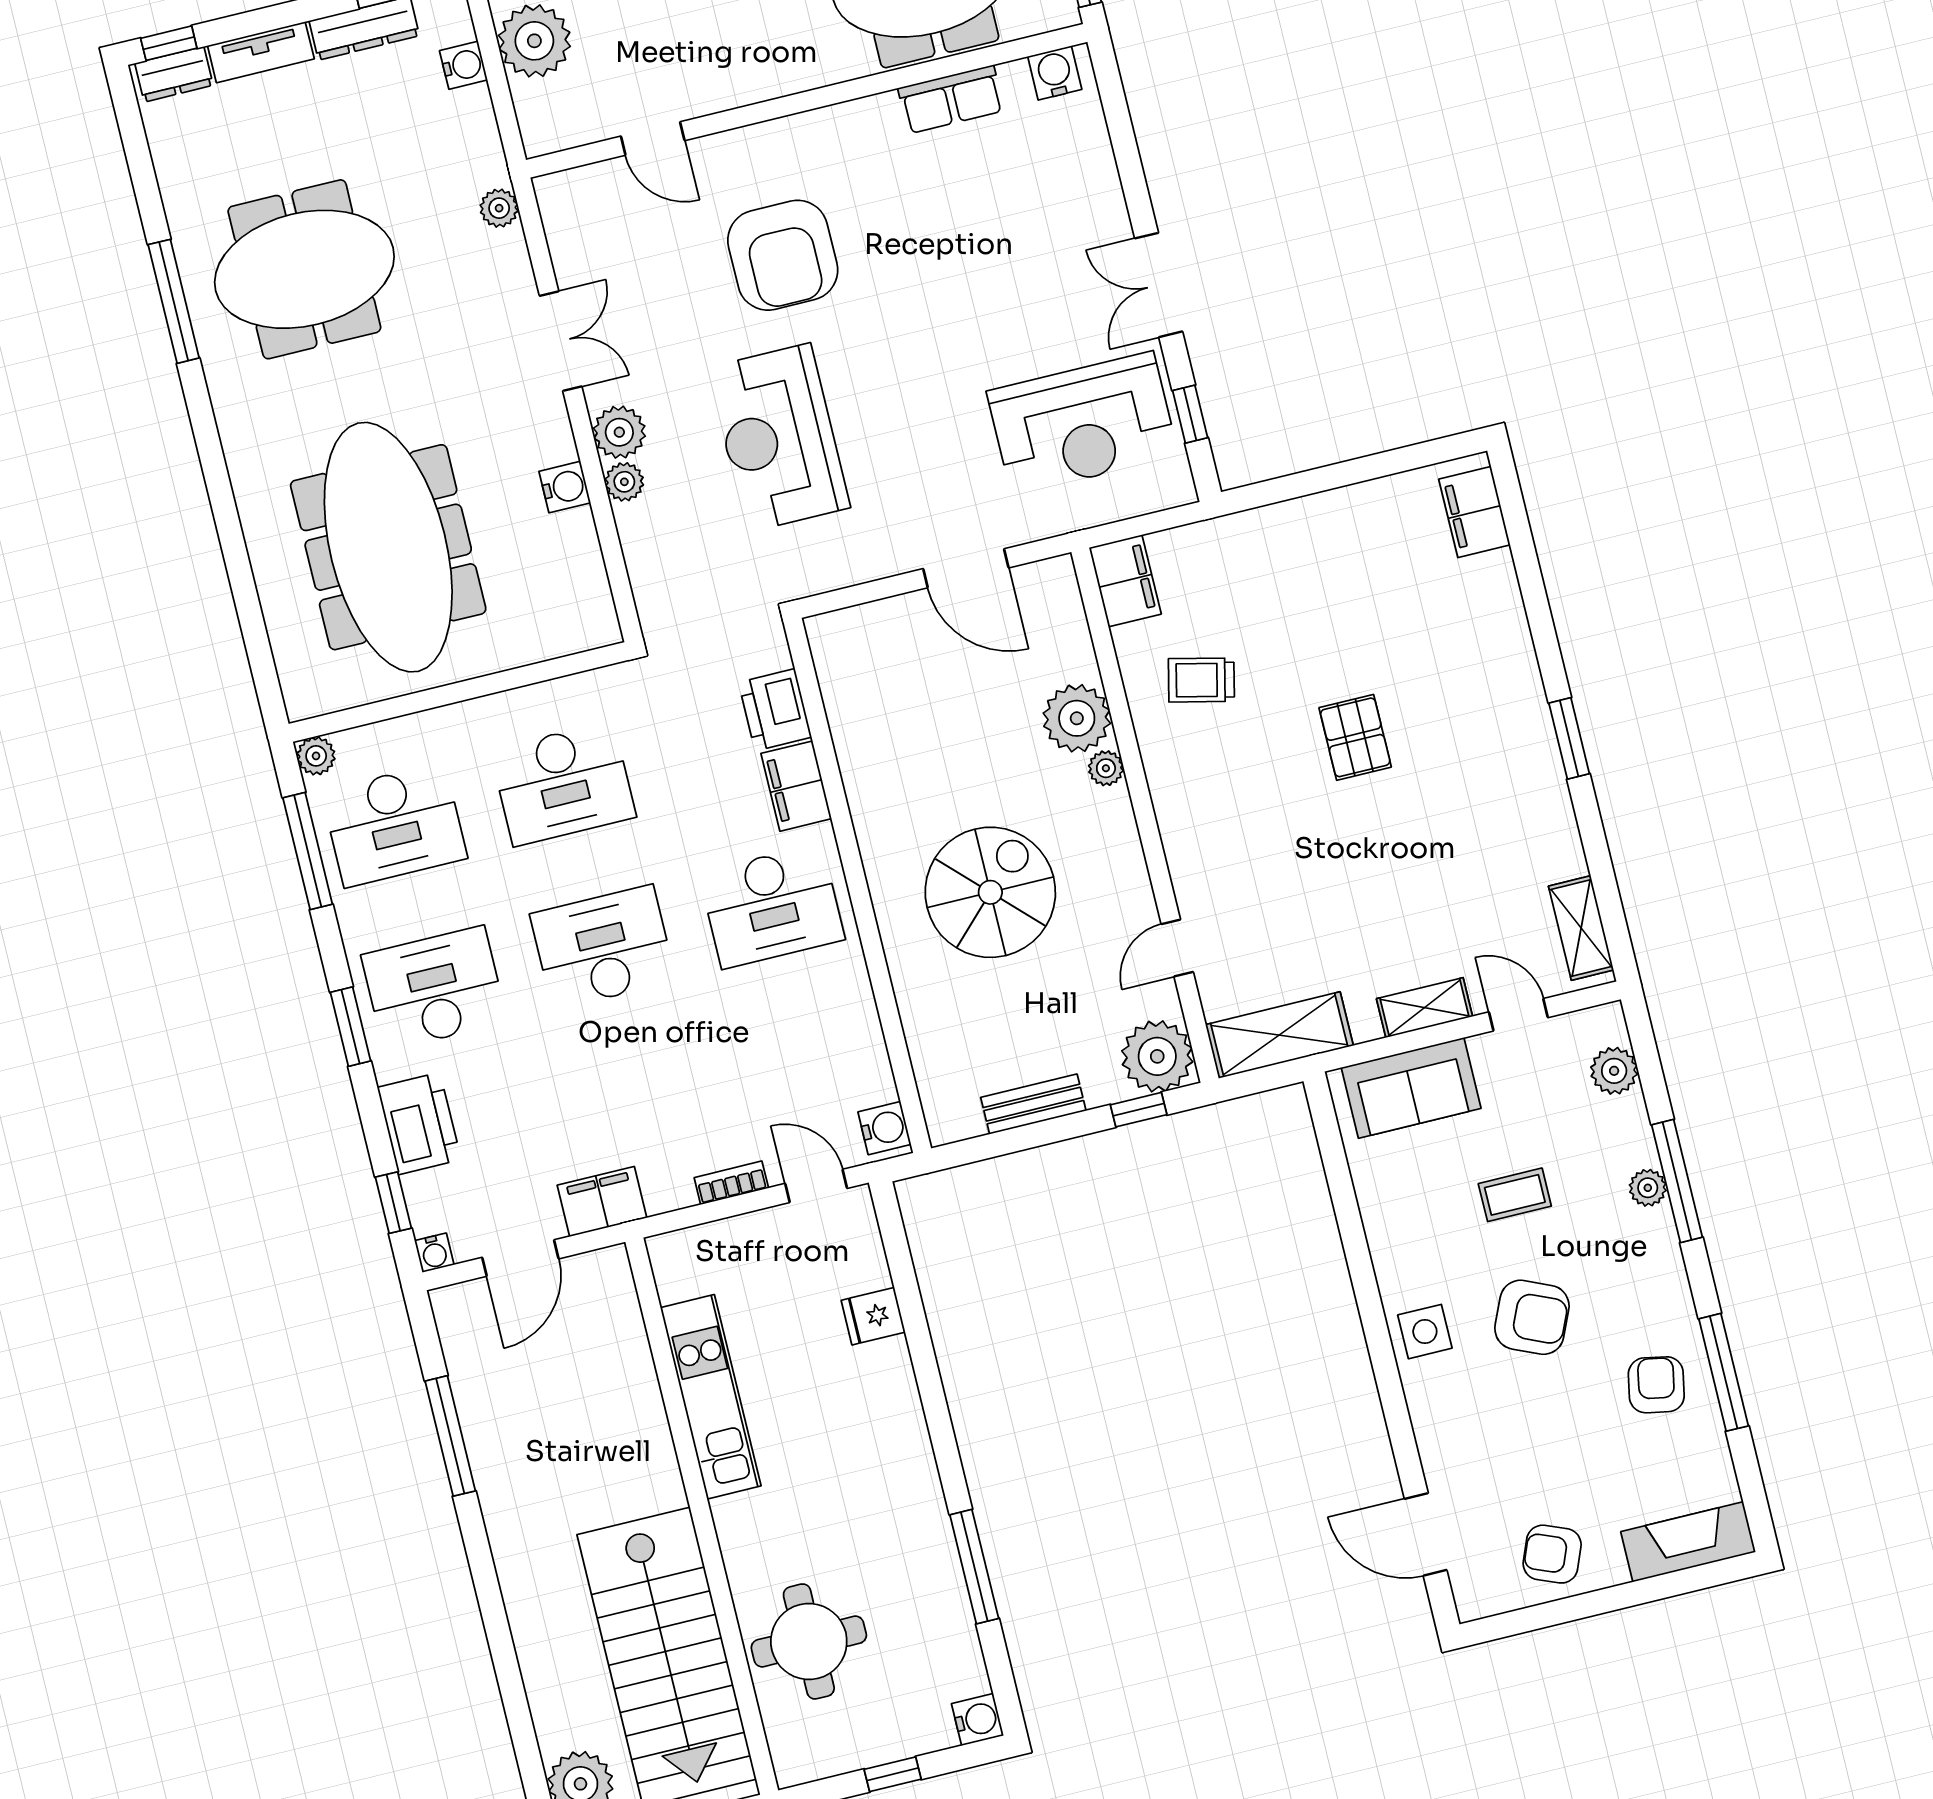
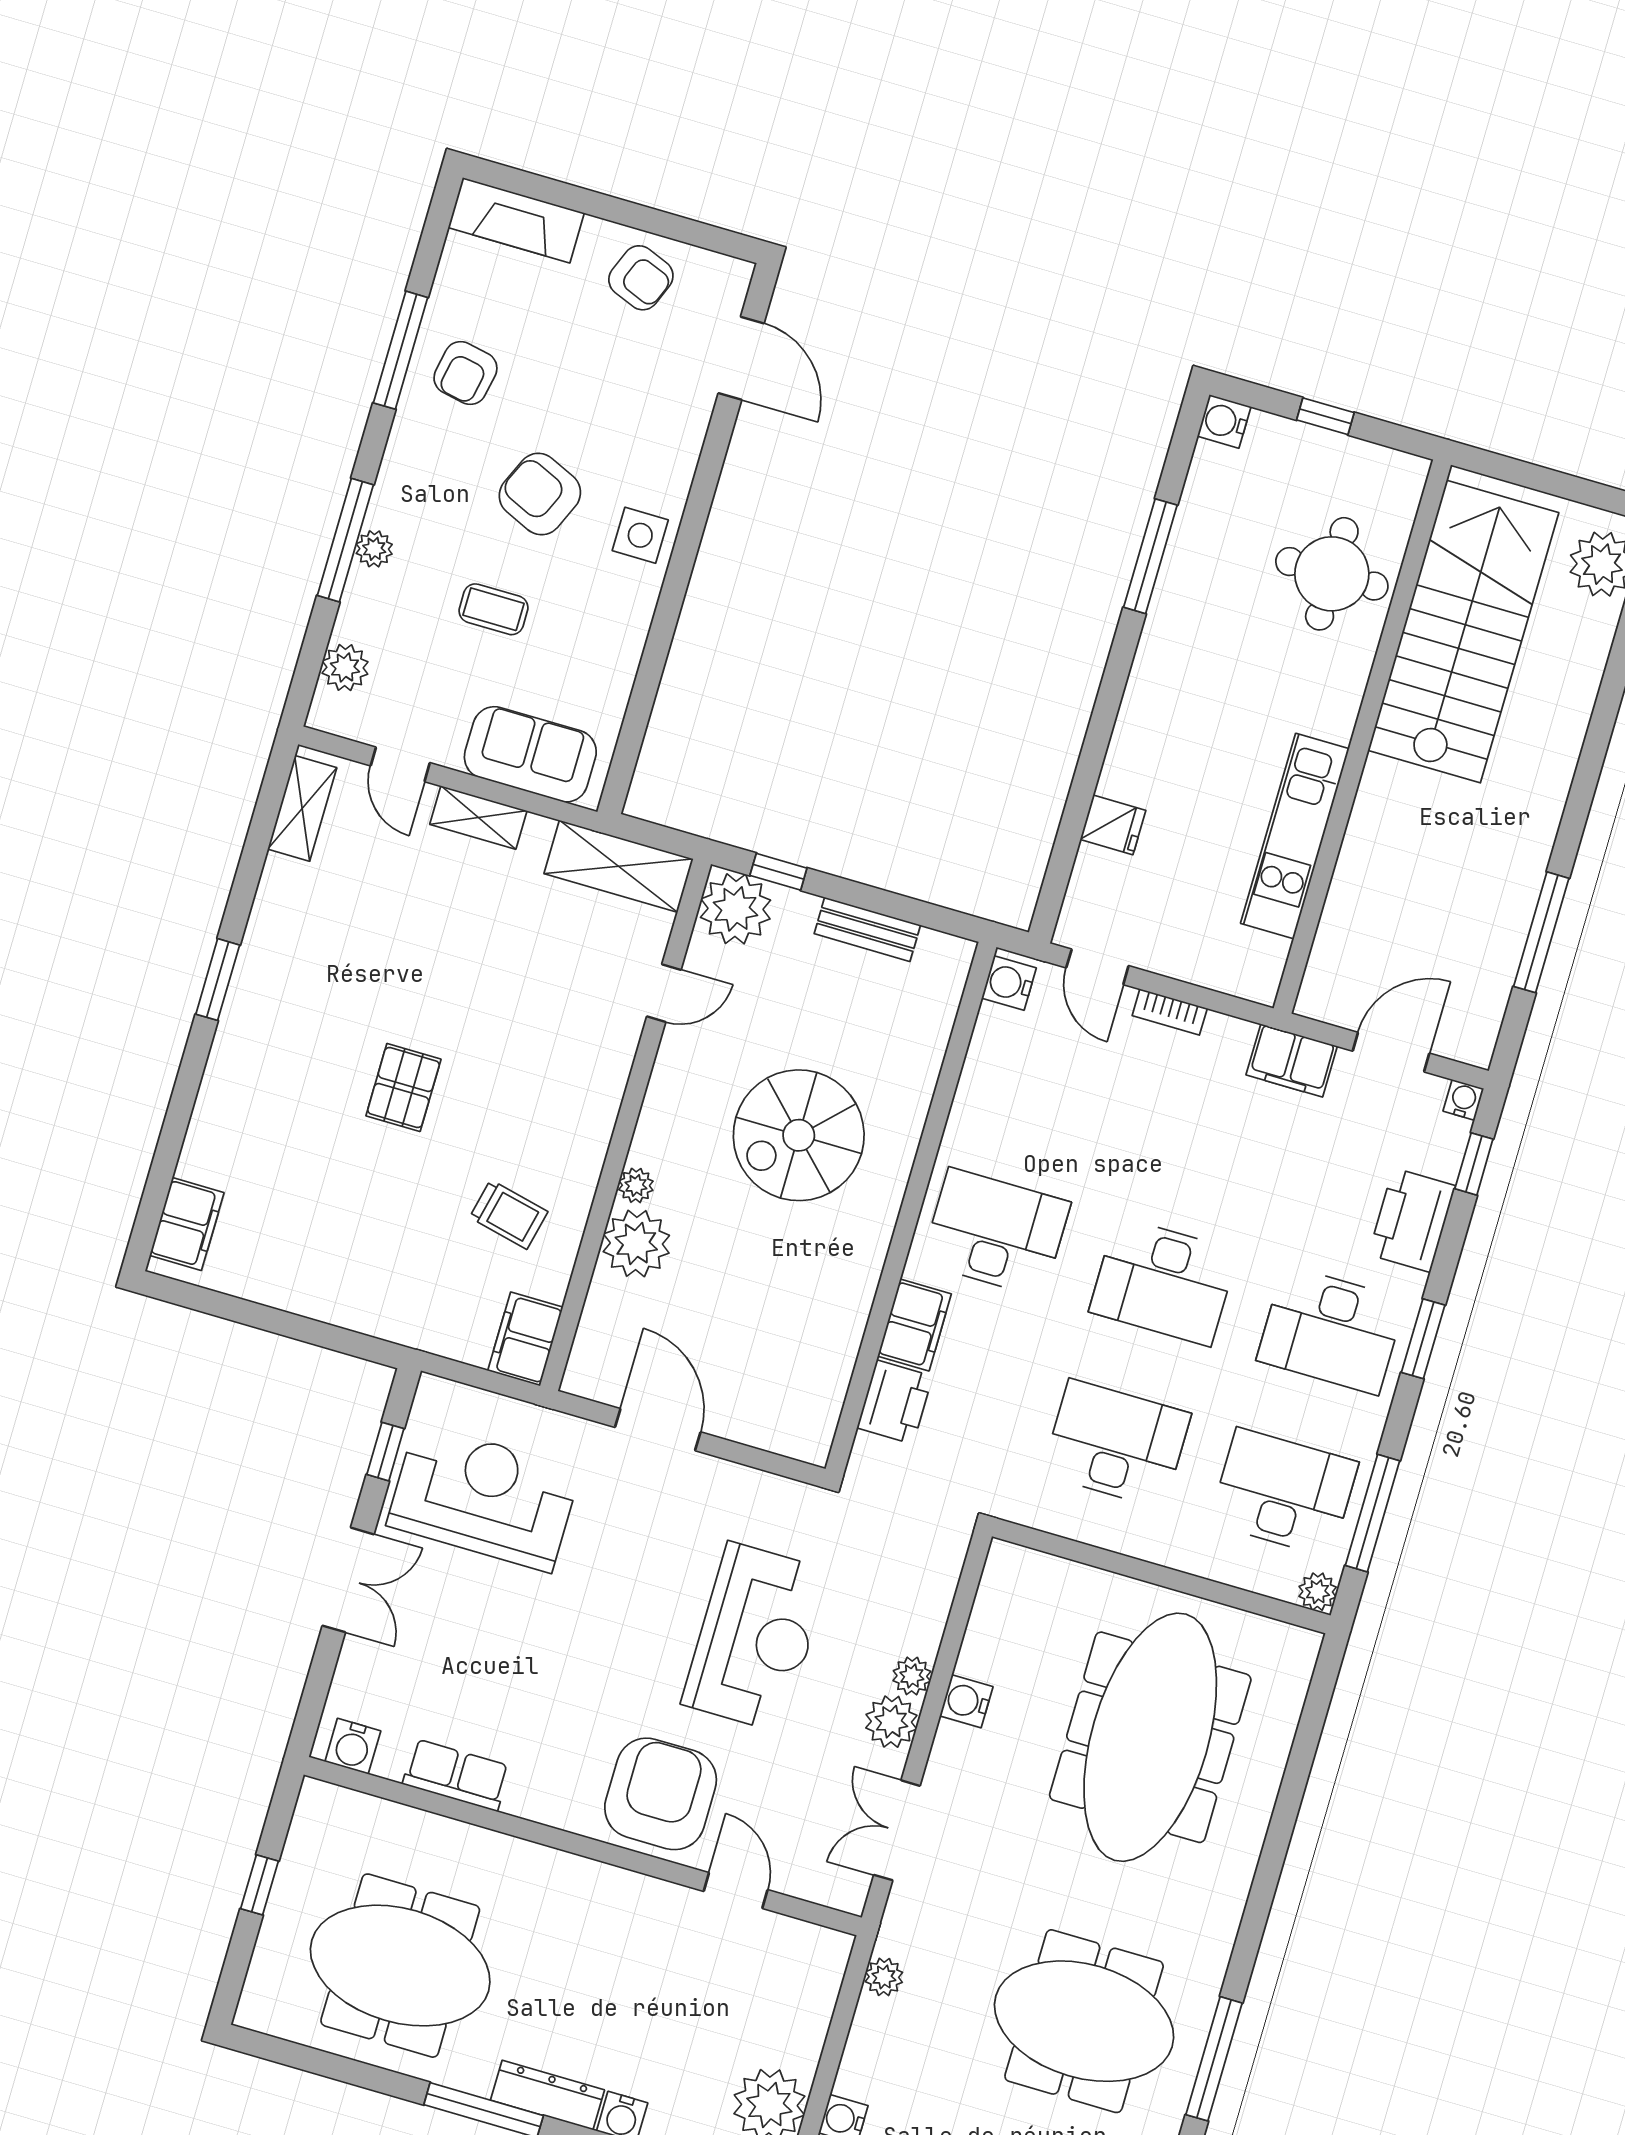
water cooler: (1055, 73) -> (353, 1746), moved
row of seats: (951, 99) -> (456, 1775), moved
wall: (807, 101) -> (583, 1846), moved
door: (653, 138) -> (736, 1890), moved

